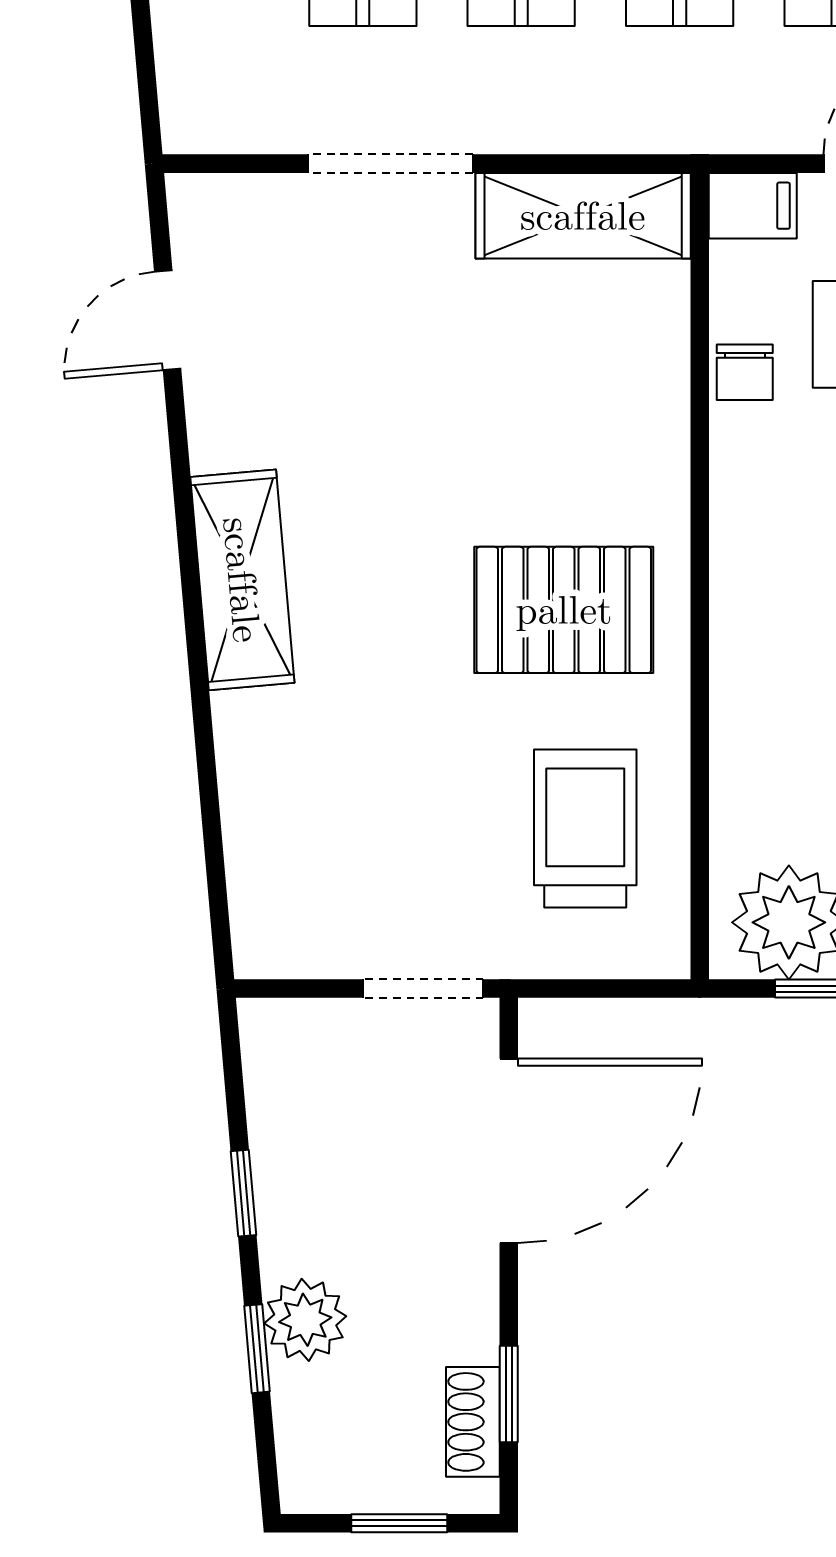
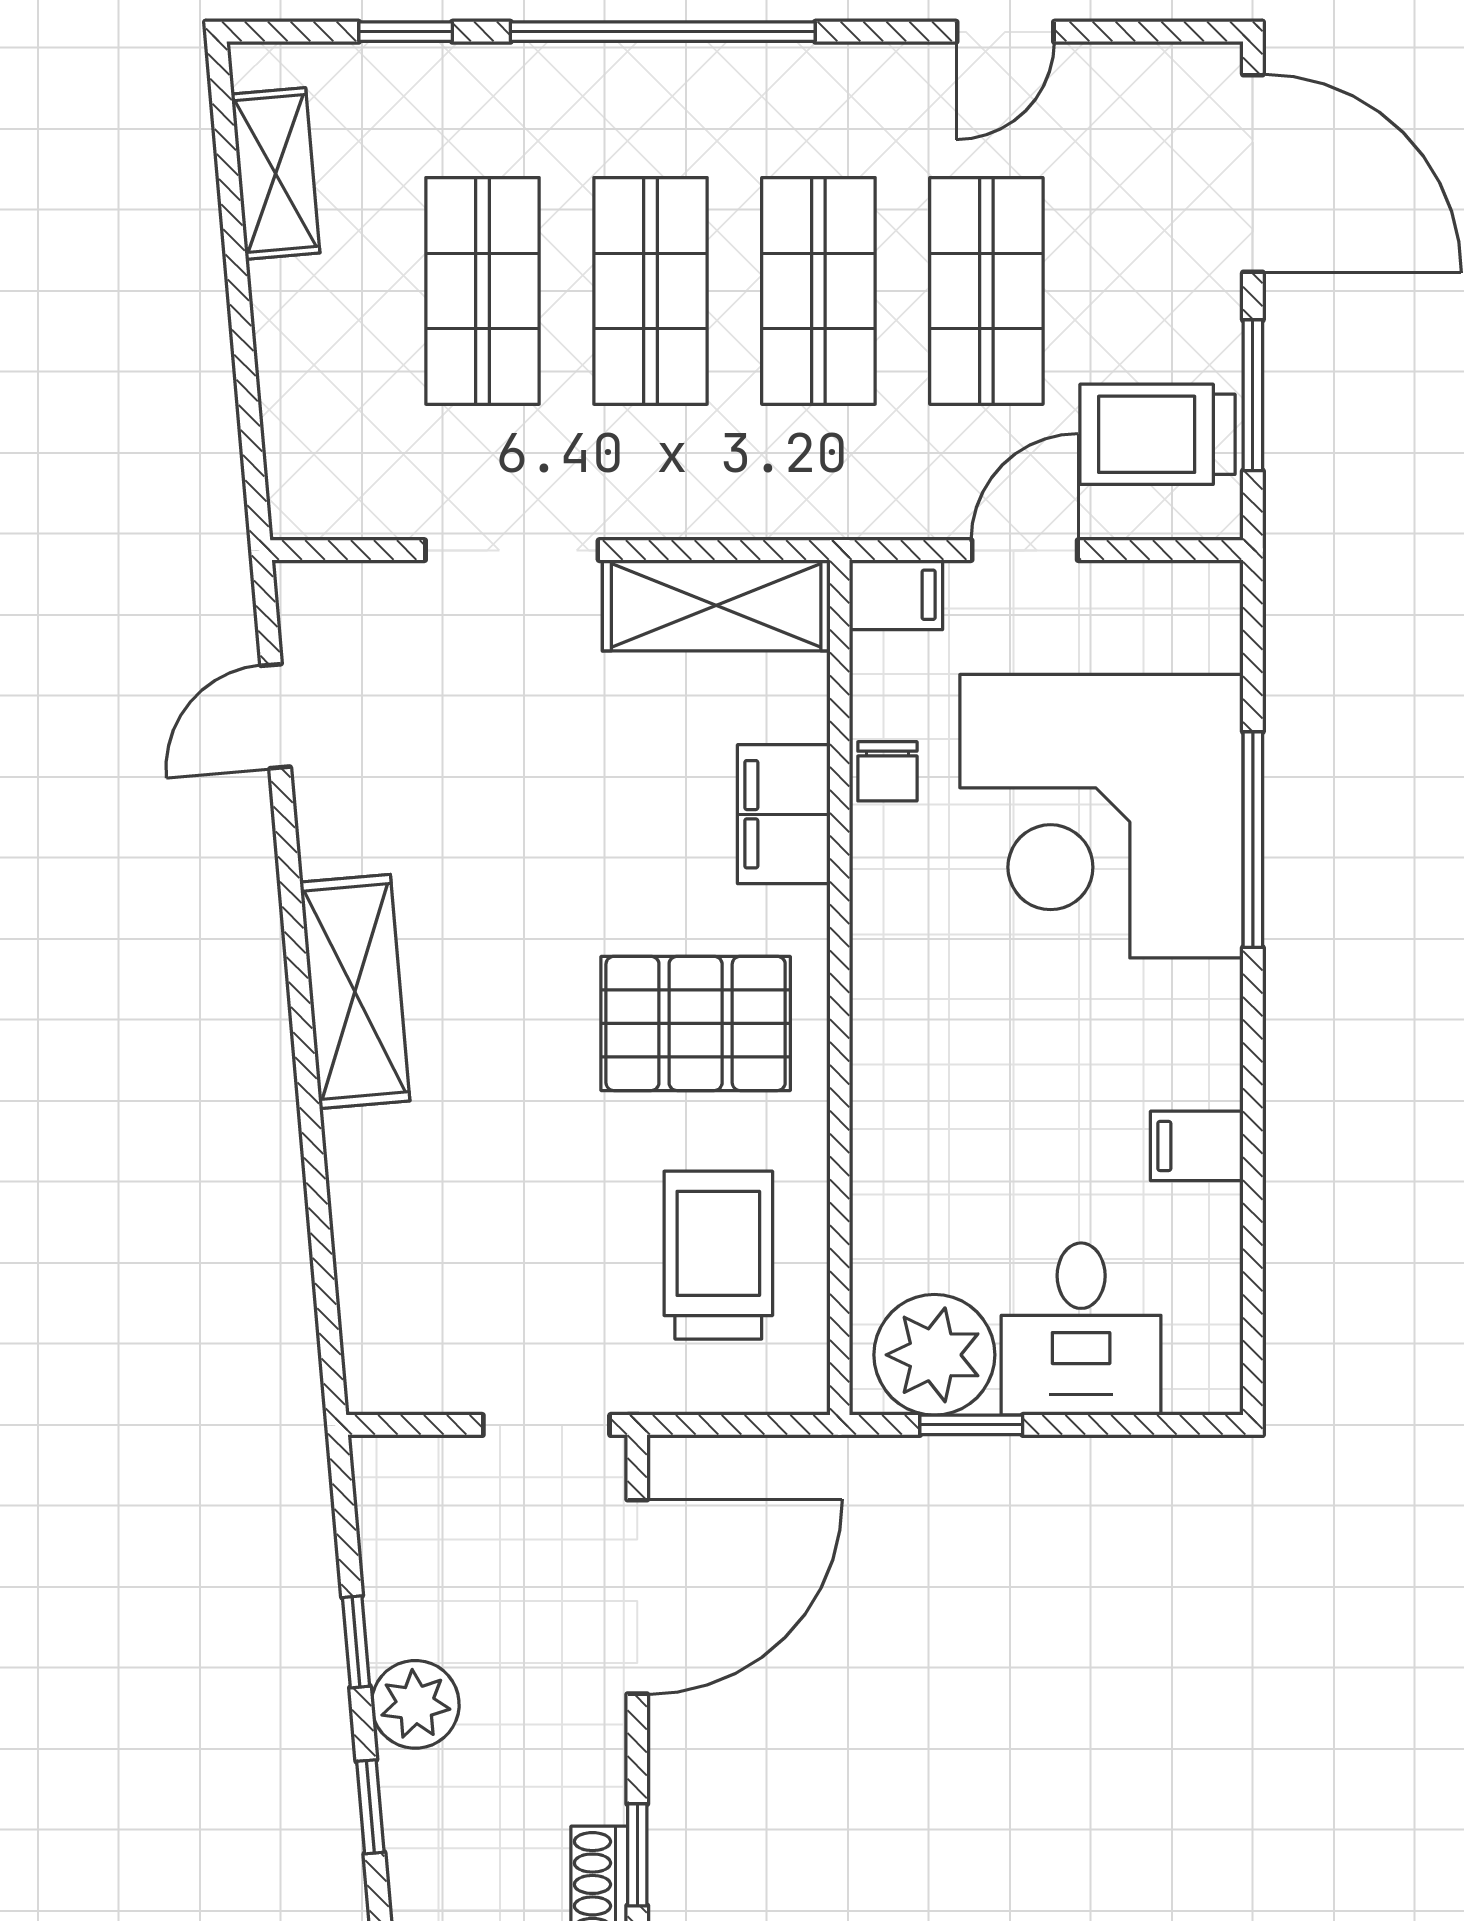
filing cabinet: (647, 413) -> (784, 814), added
plant: (305, 1320) -> (415, 1704), moved

